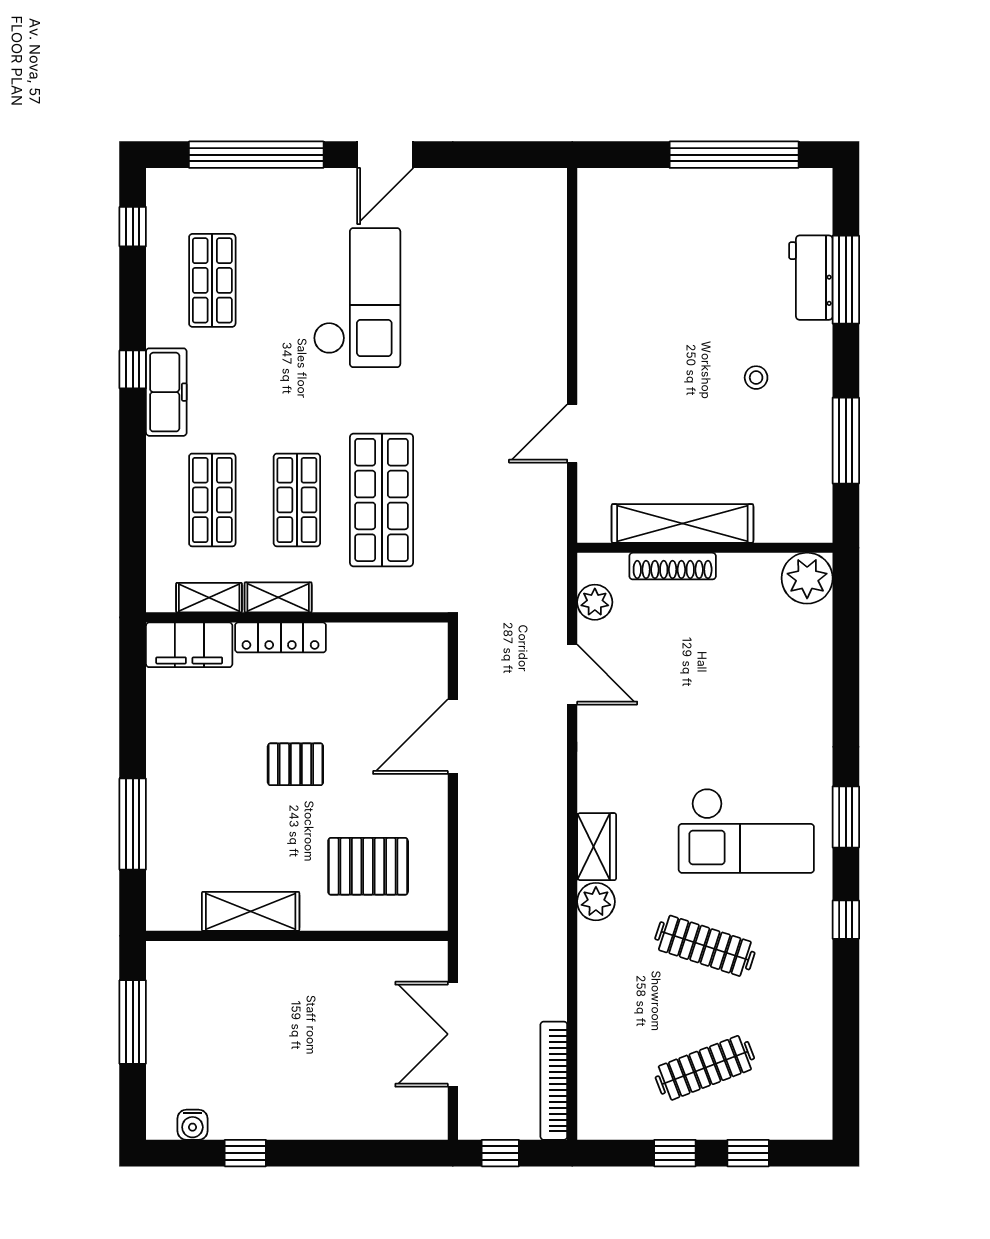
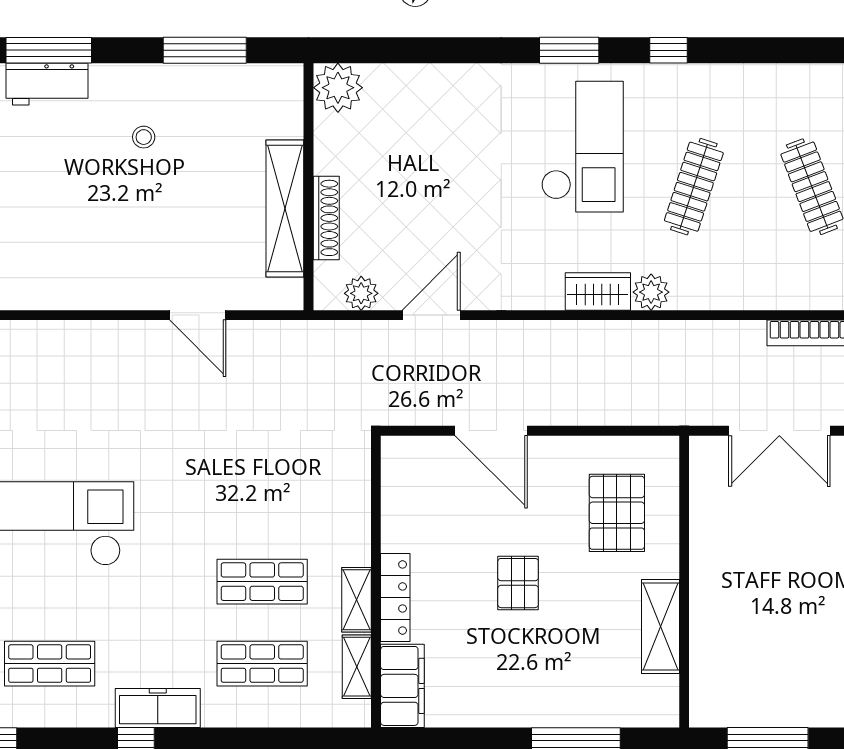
shop shelf: (382, 500) -> (262, 500), removed

